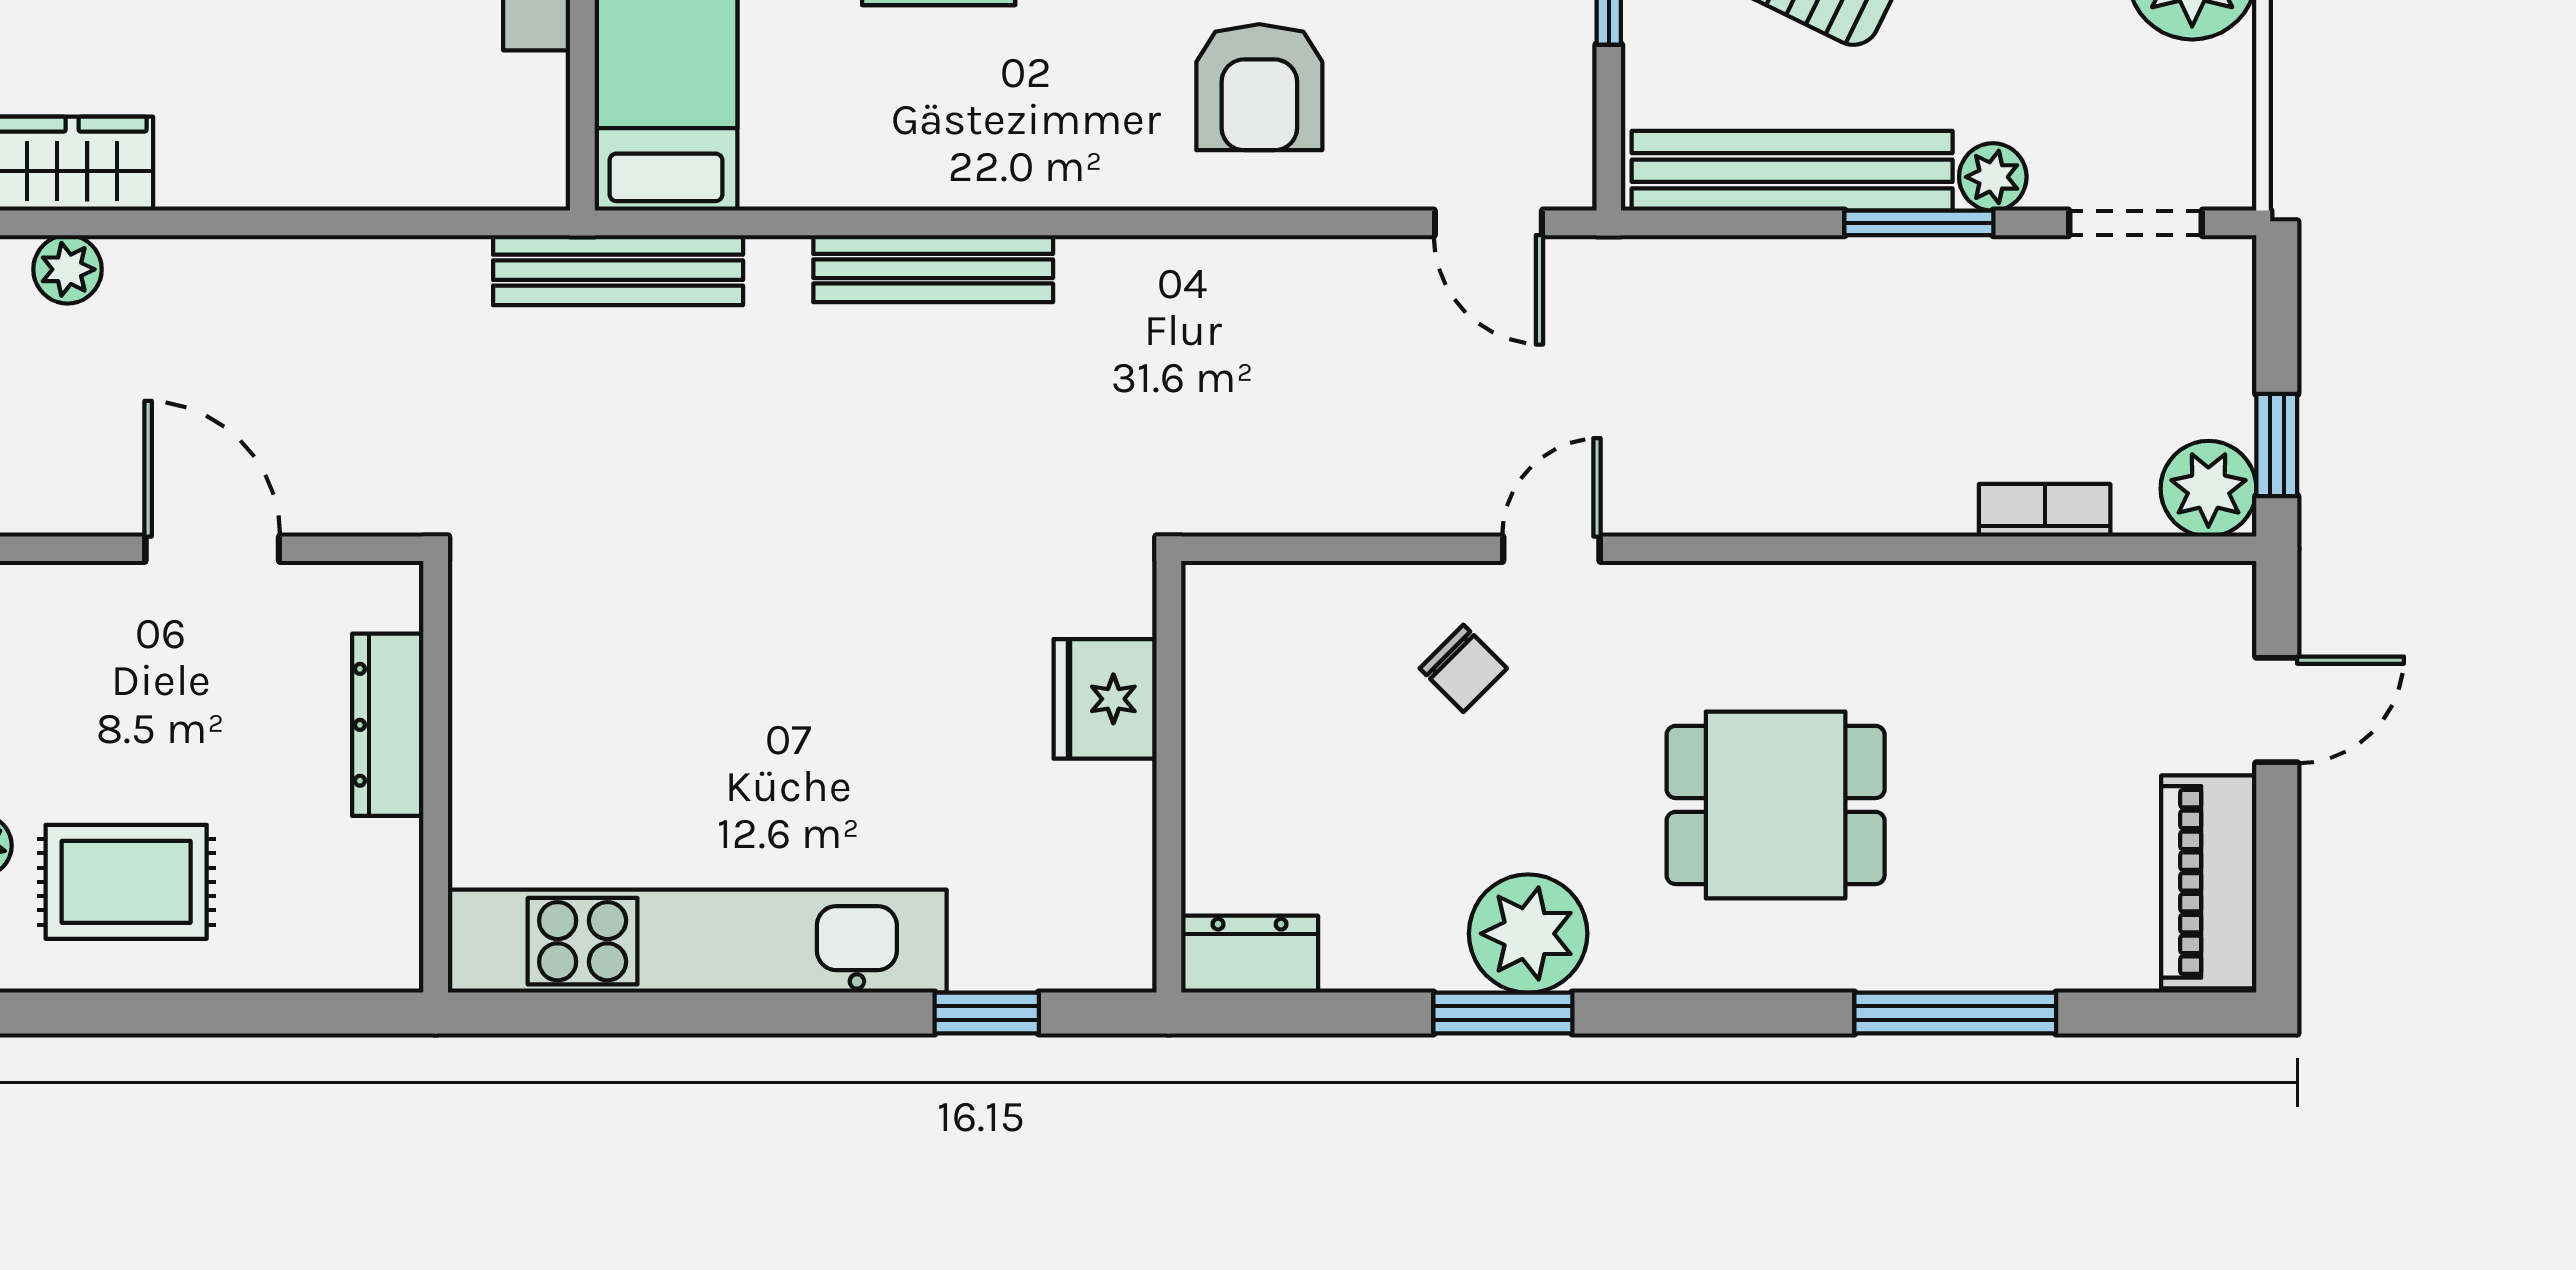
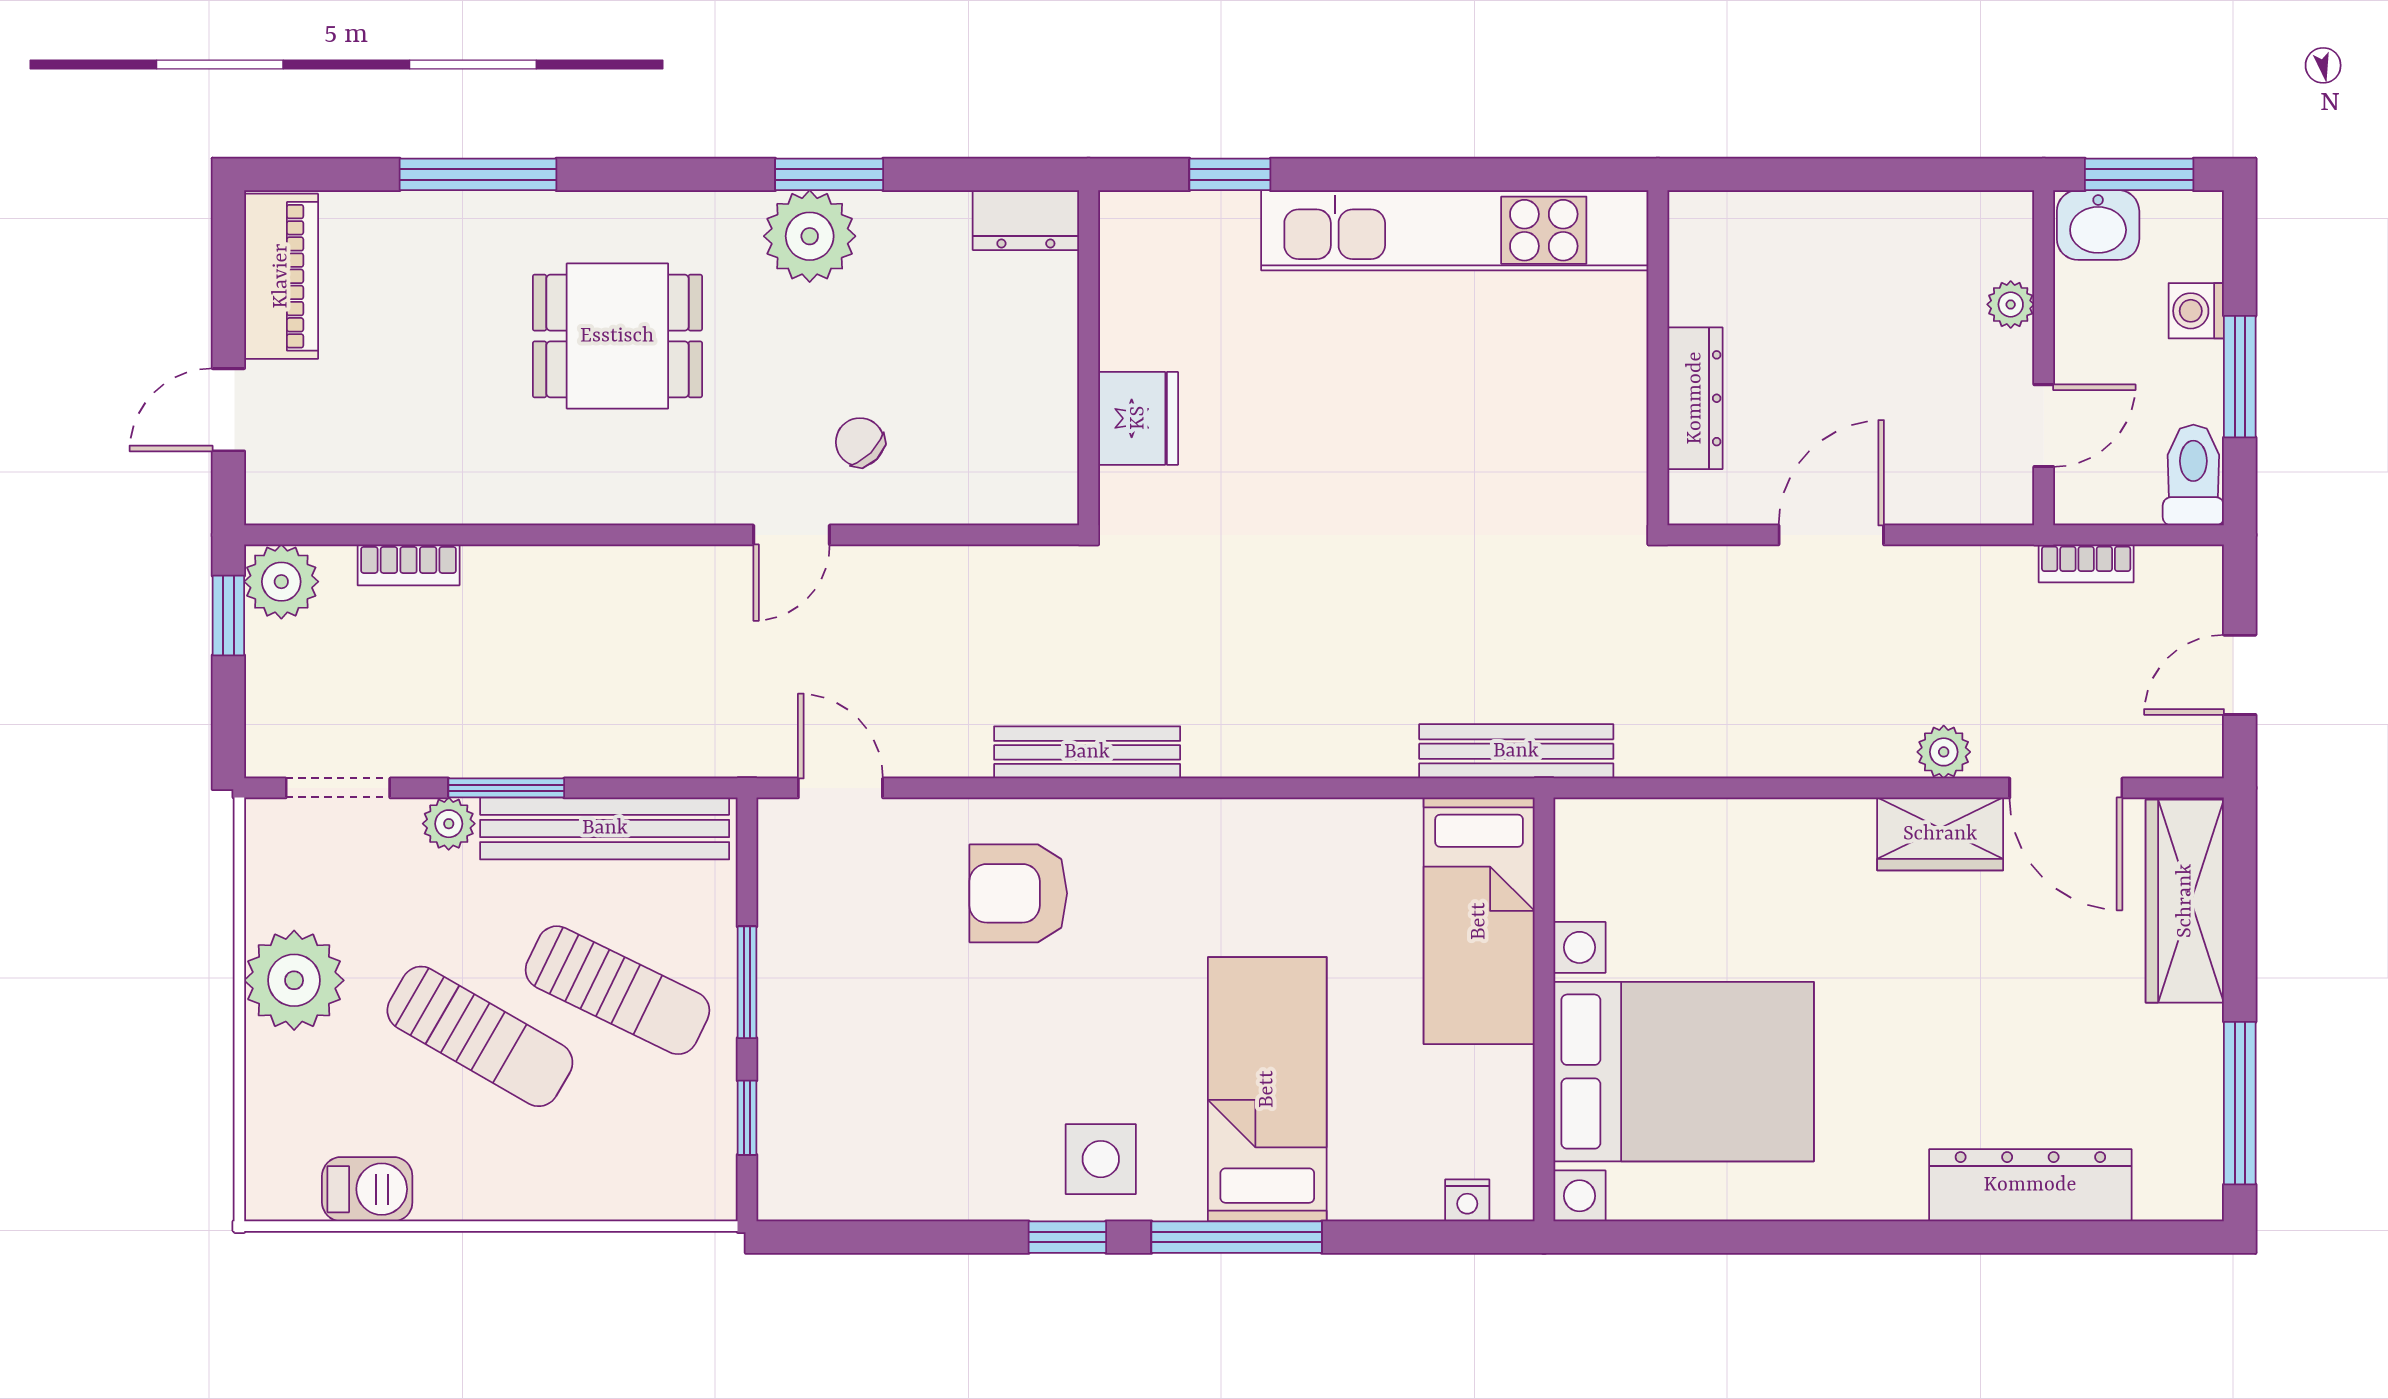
armchair: (1259, 87) -> (1018, 893), turned -90
bench: (933, 269) -> (1087, 752), moved
door: (212, 549) -> (1831, 535), swing flipped
rug: (126, 882) -> (1898, 276), removed

